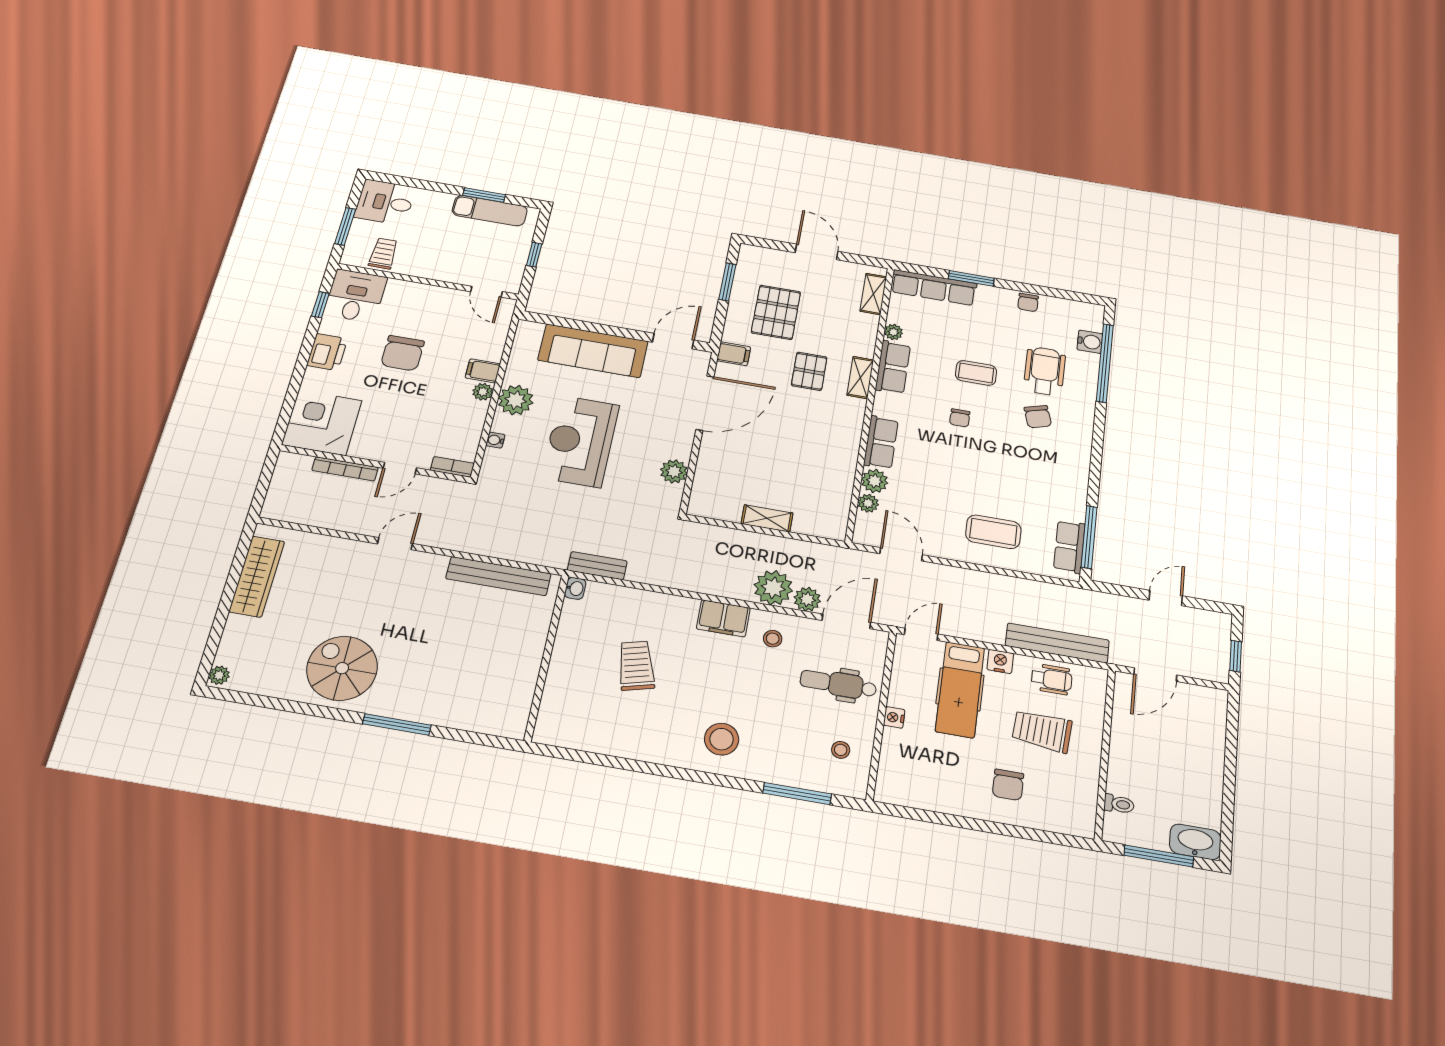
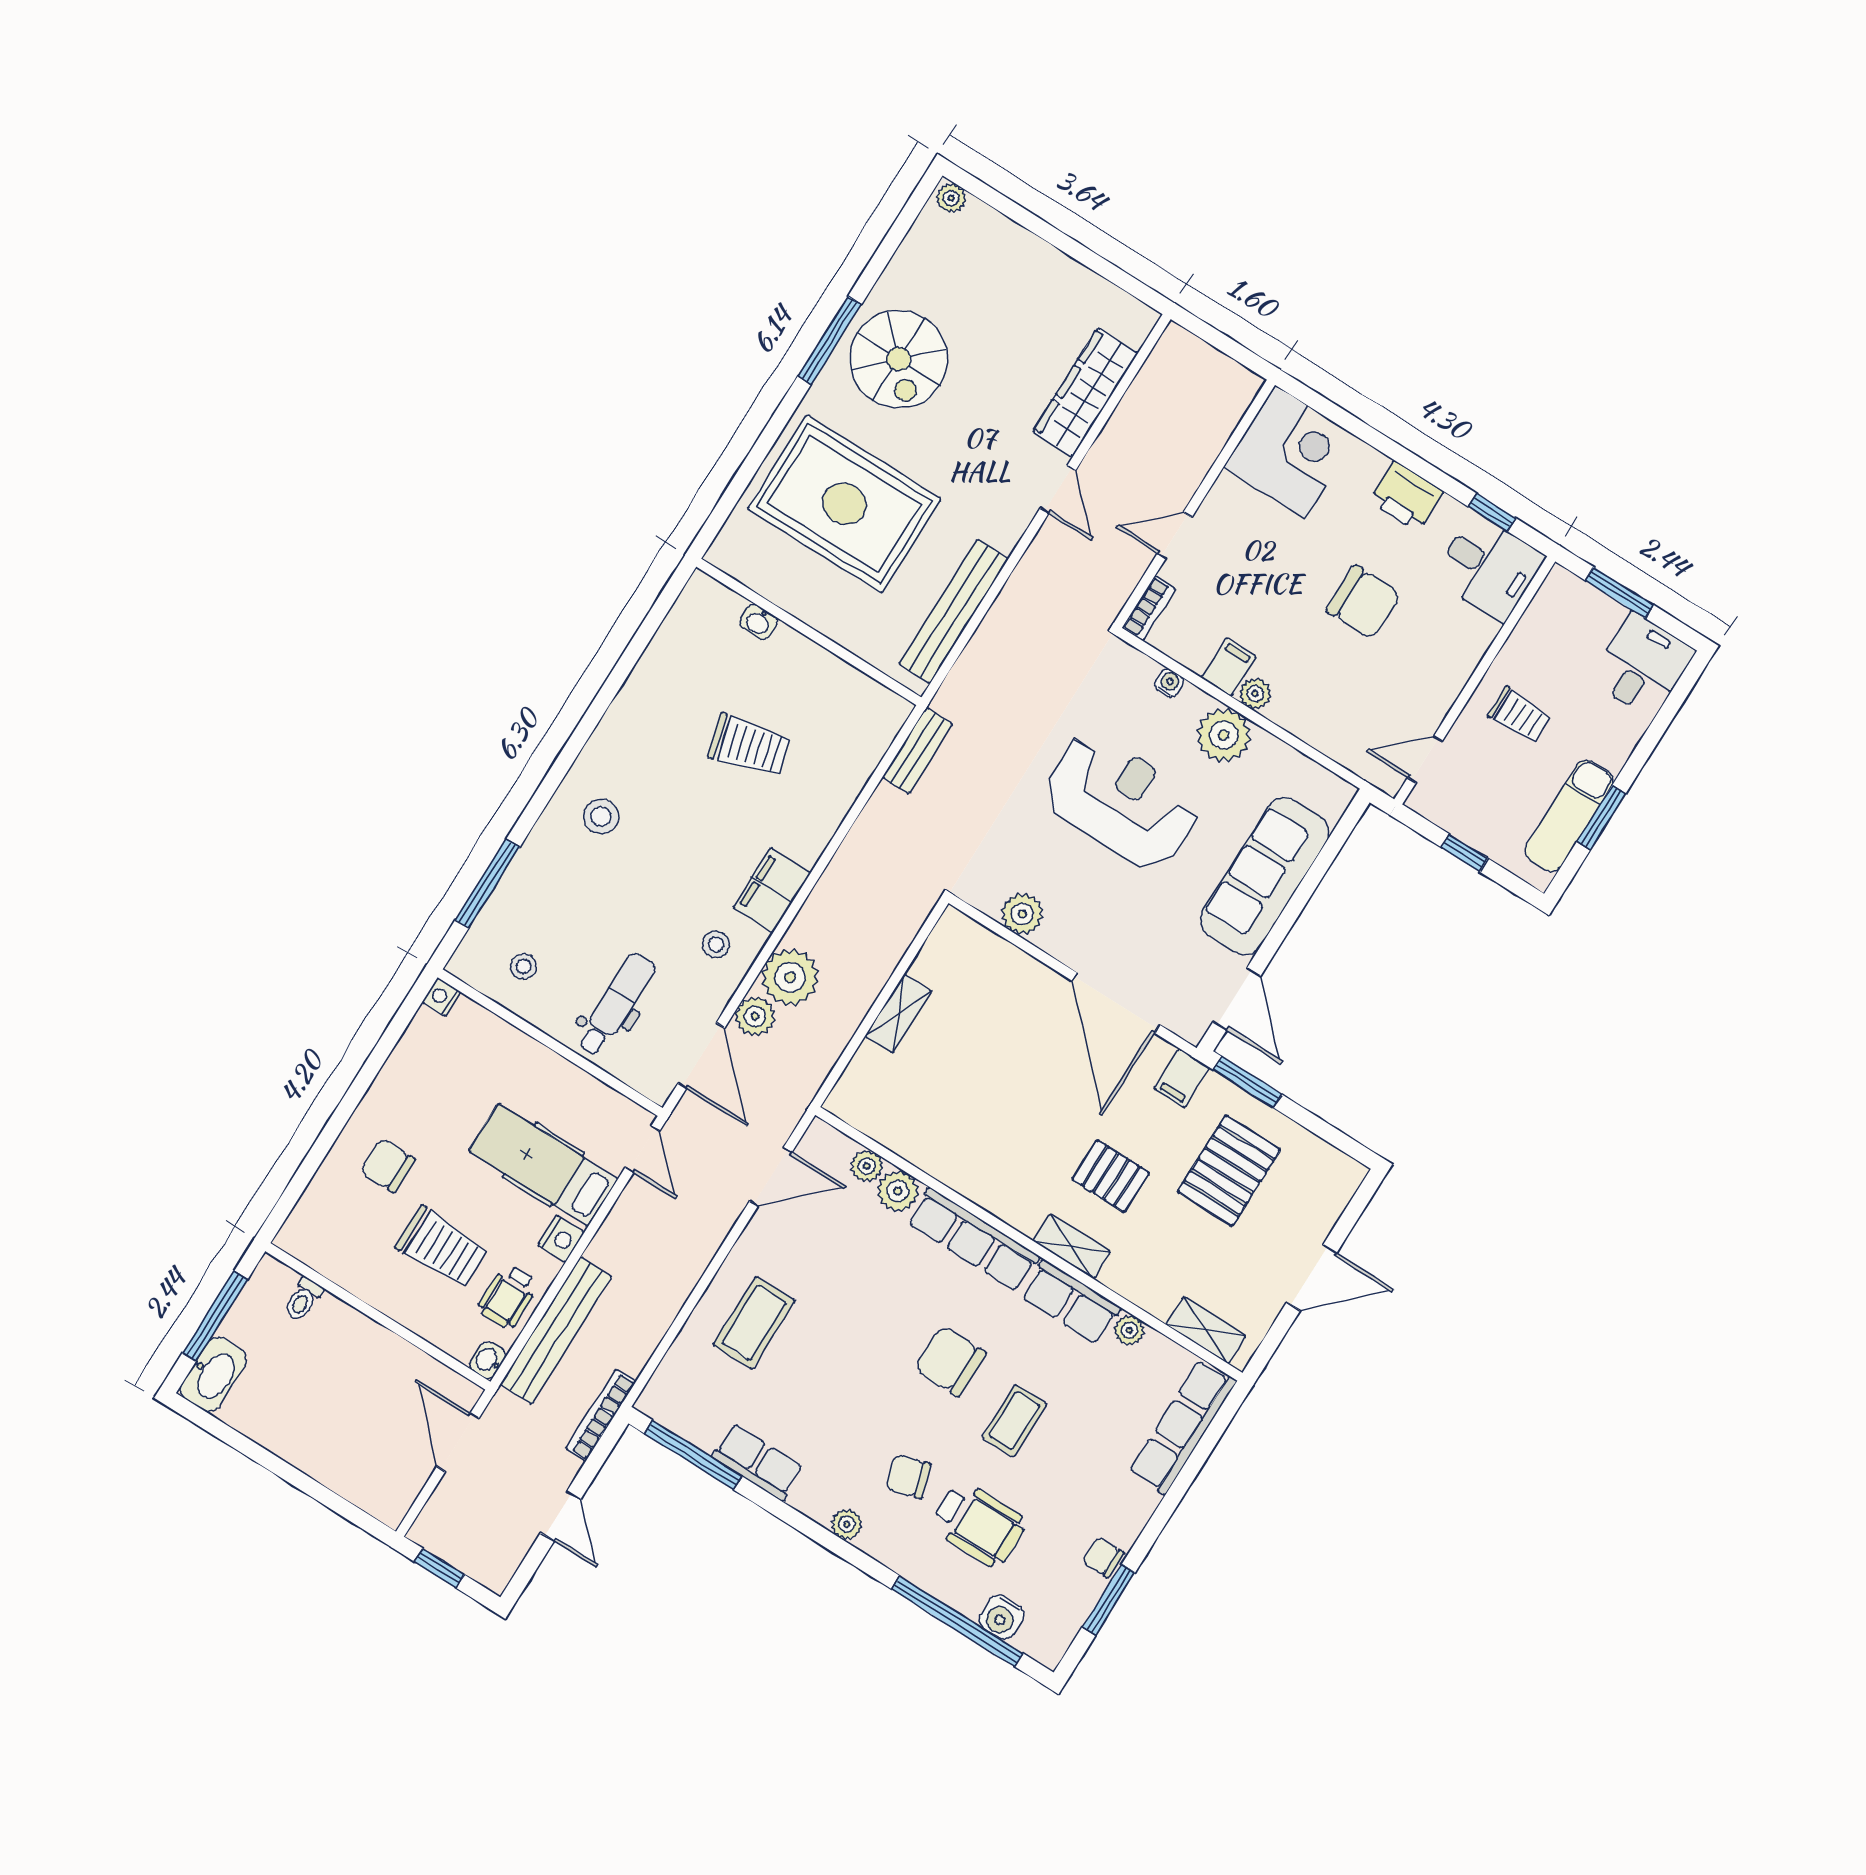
trolley: (383, 253) -> (1520, 715), moved
window: (971, 278) -> (1109, 1600), moved
window: (727, 282) -> (1247, 1082), moved
pallet: (776, 312) -> (1229, 1171), turned 90
chair: (403, 353) -> (1364, 602), turned 180
filing cabinet: (483, 371) -> (1229, 667), moved
chair: (960, 418) -> (950, 1361), width x1.87, depth x1.87
plant: (1083, 439) -> (847, 1524), added
row of seats: (881, 442) -> (973, 1240), width x1.48
door: (400, 468) -> (1175, 535), hinge flipped
bookcase: (345, 469) -> (601, 1415), moved
row of seats: (1069, 547) -> (758, 1462), moved
wardrobe: (257, 576) -> (1085, 392), moved, turned 90
washbasin: (575, 588) -> (759, 622), moved
rug: (453, 666) -> (844, 504), added
spiral stairs: (342, 668) -> (899, 359), turned 90
washbasin: (1097, 676) -> (488, 1360), added
nightstand: (894, 717) -> (442, 997), moved, turned -90
window: (397, 724) -> (830, 340), moved
trolley: (1042, 731) -> (442, 1247), turned 86
stool: (722, 739) -> (601, 816), width x0.73, depth x0.73

